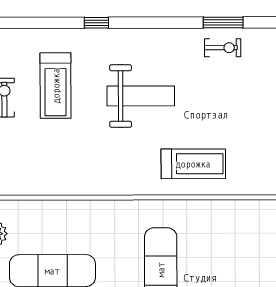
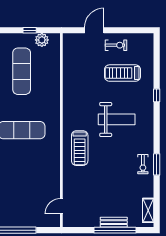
weight bench: (141, 96) -> (117, 119), turned -90

